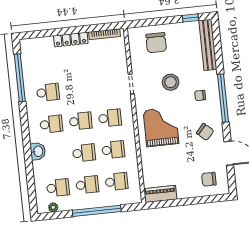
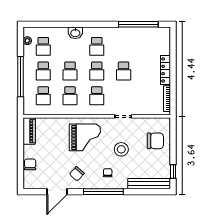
chair: (156, 43) -> (155, 141), turned 180
school desk: (48, 92) -> (124, 71), moved
chair: (209, 179) -> (30, 164), moved

